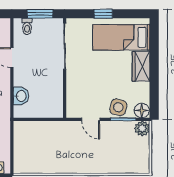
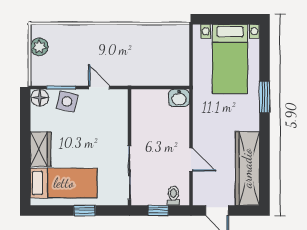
window: (40, 14) -> (158, 210), width x0.67
washbasin: (21, 96) -> (179, 98), moved, turned -90
plant: (142, 128) -> (39, 47), moved

